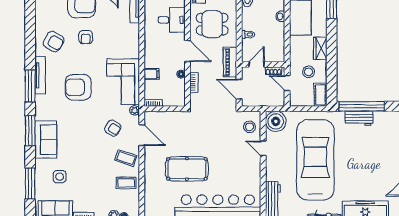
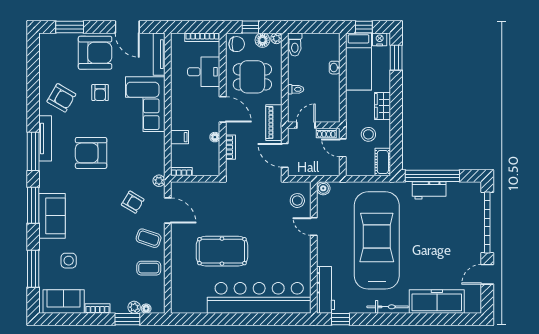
corner sofa: (123, 82) -> (145, 104), moved
boiler: (276, 121) -> (323, 188), width x0.54, depth x0.54

